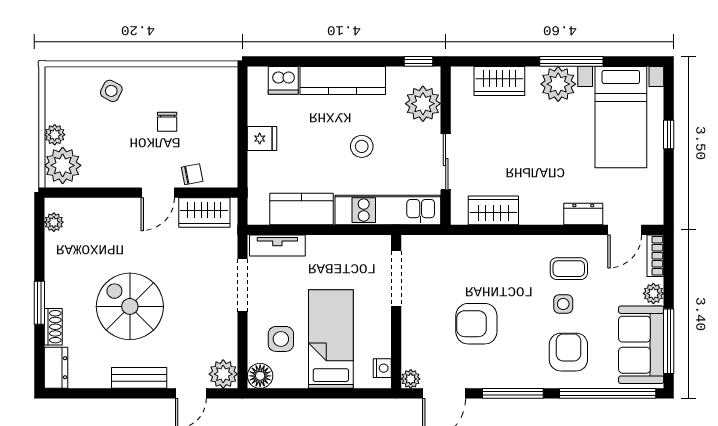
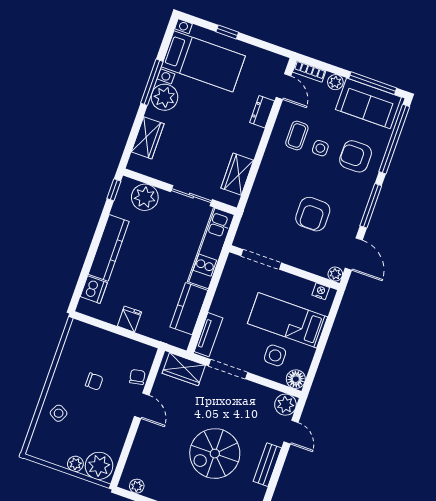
stool: (362, 146) -> (160, 251), removed
wardrobe: (204, 212) -> (184, 369), moved, turned 90

